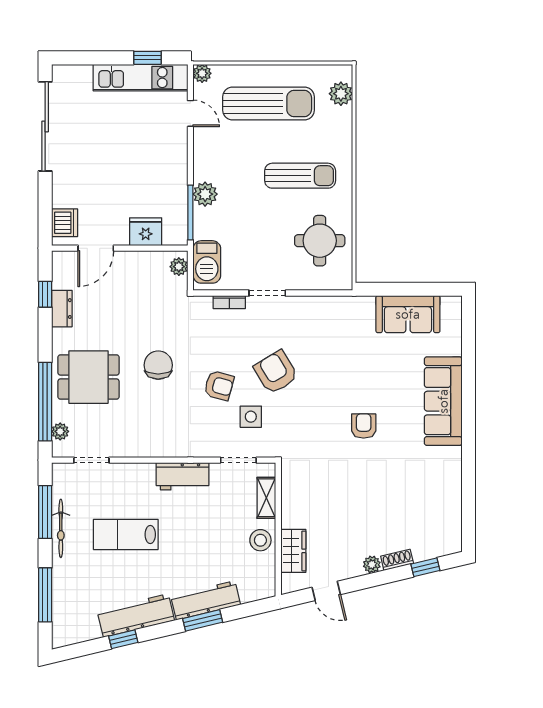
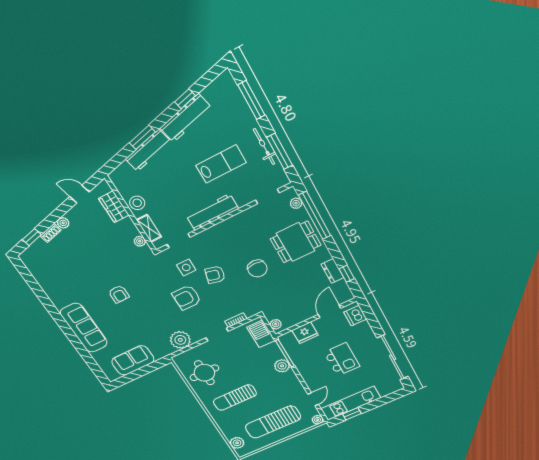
door: (190, 113) -> (313, 399), swing flipped
kitchen island: (117, 161) -> (342, 359), added
plant: (323, 312) -> (180, 340), added
armchair: (276, 372) -> (187, 298), turned 121
workbench: (183, 476) -> (212, 212), width x1.38
plant: (289, 486) -> (140, 241), added

